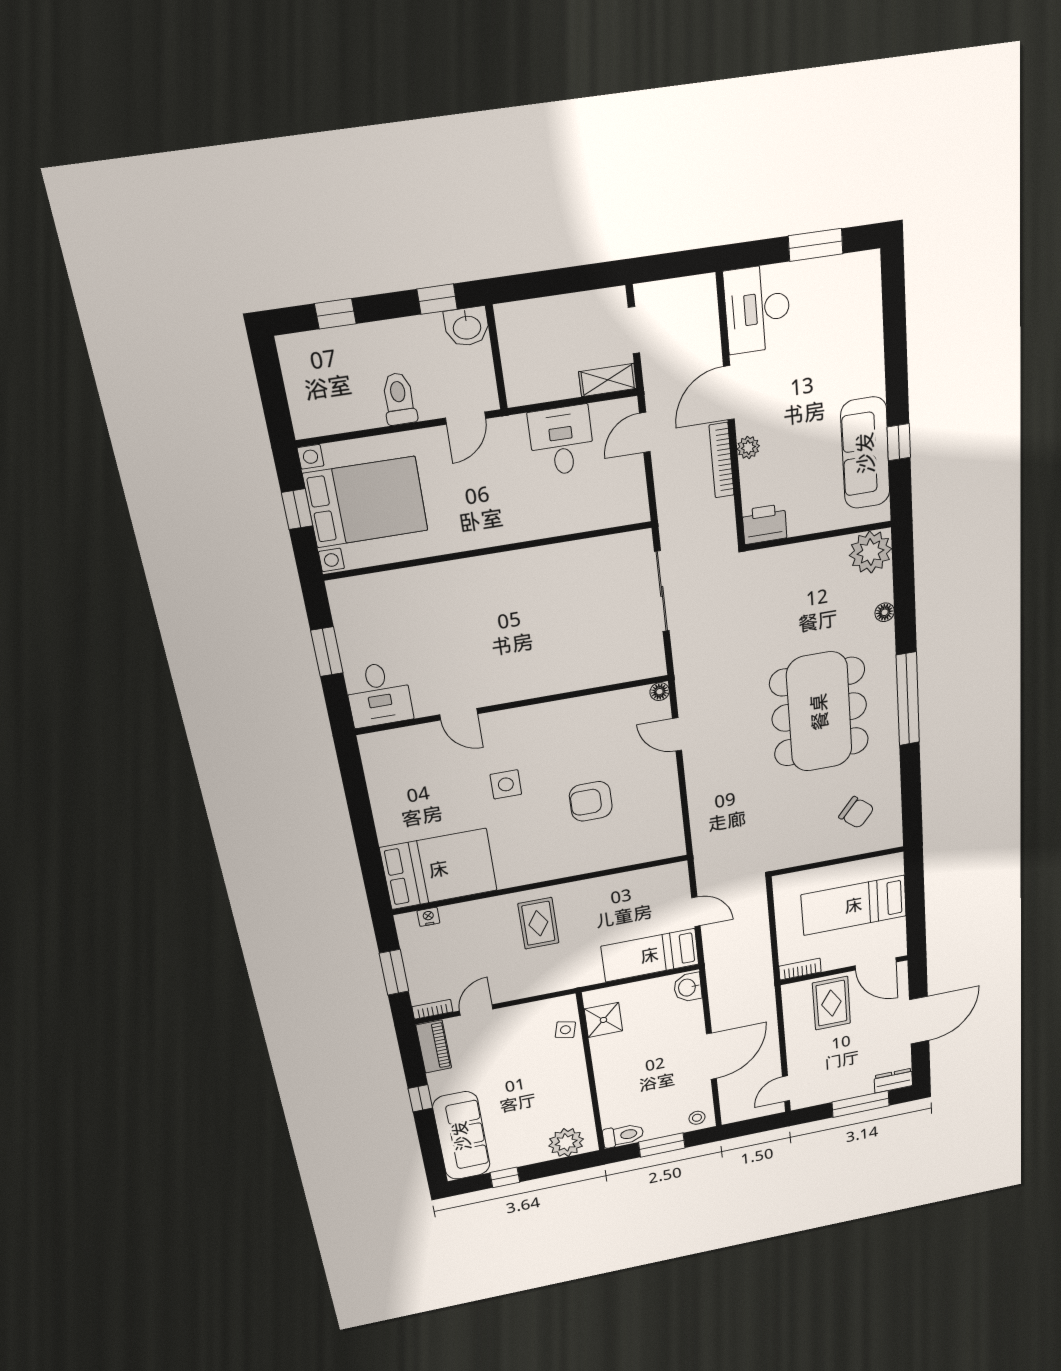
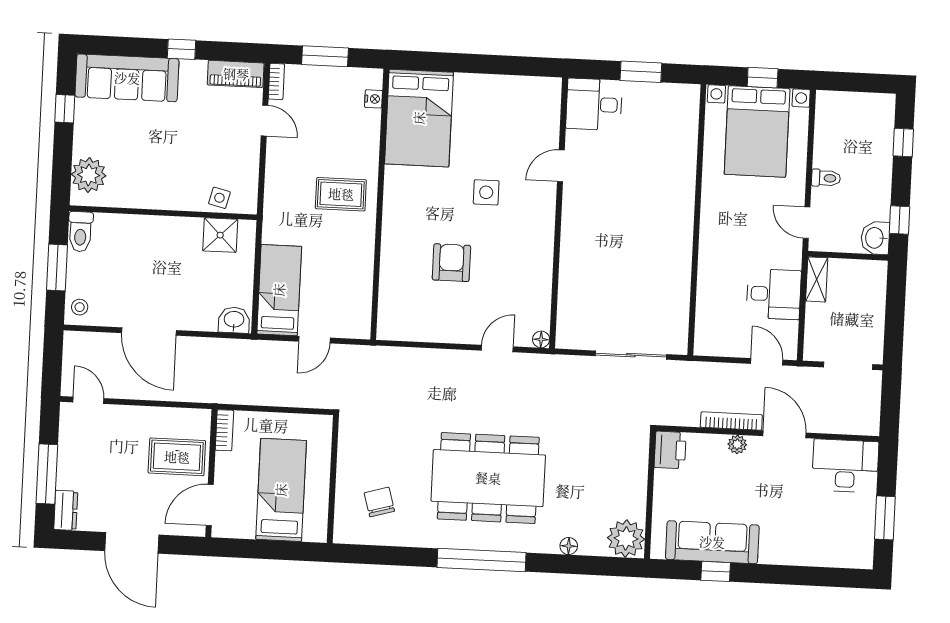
doorway: (634, 330) -> (848, 366), width x1.38
shelving: (608, 380) -> (817, 279), moved
toilet: (399, 399) -> (826, 178), width x0.73, depth x0.72
chair: (856, 812) -> (379, 502), turned 124

